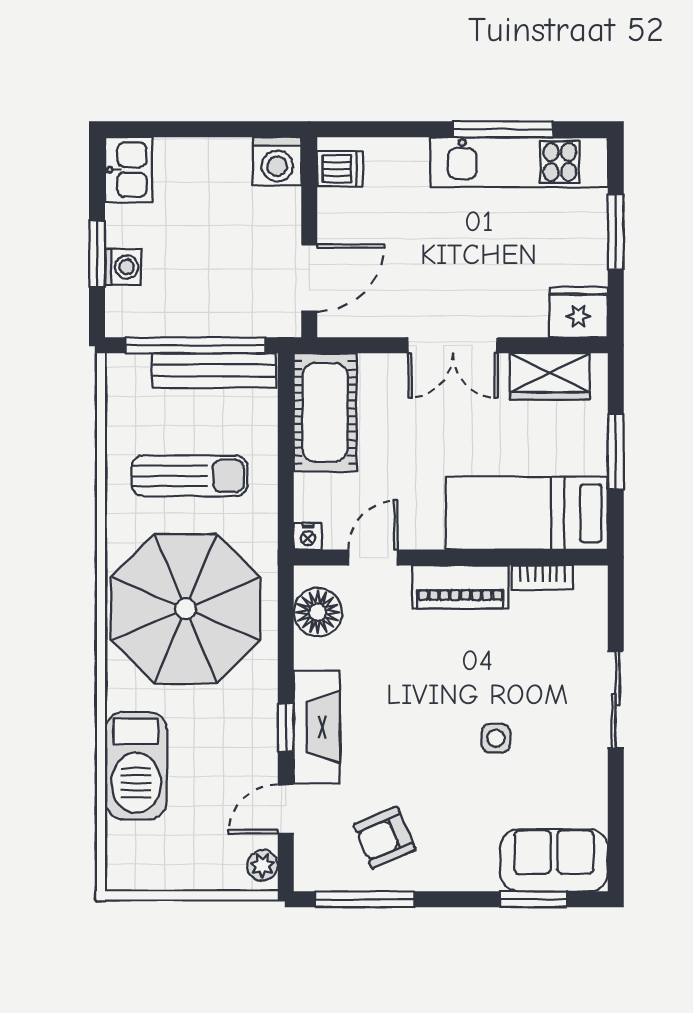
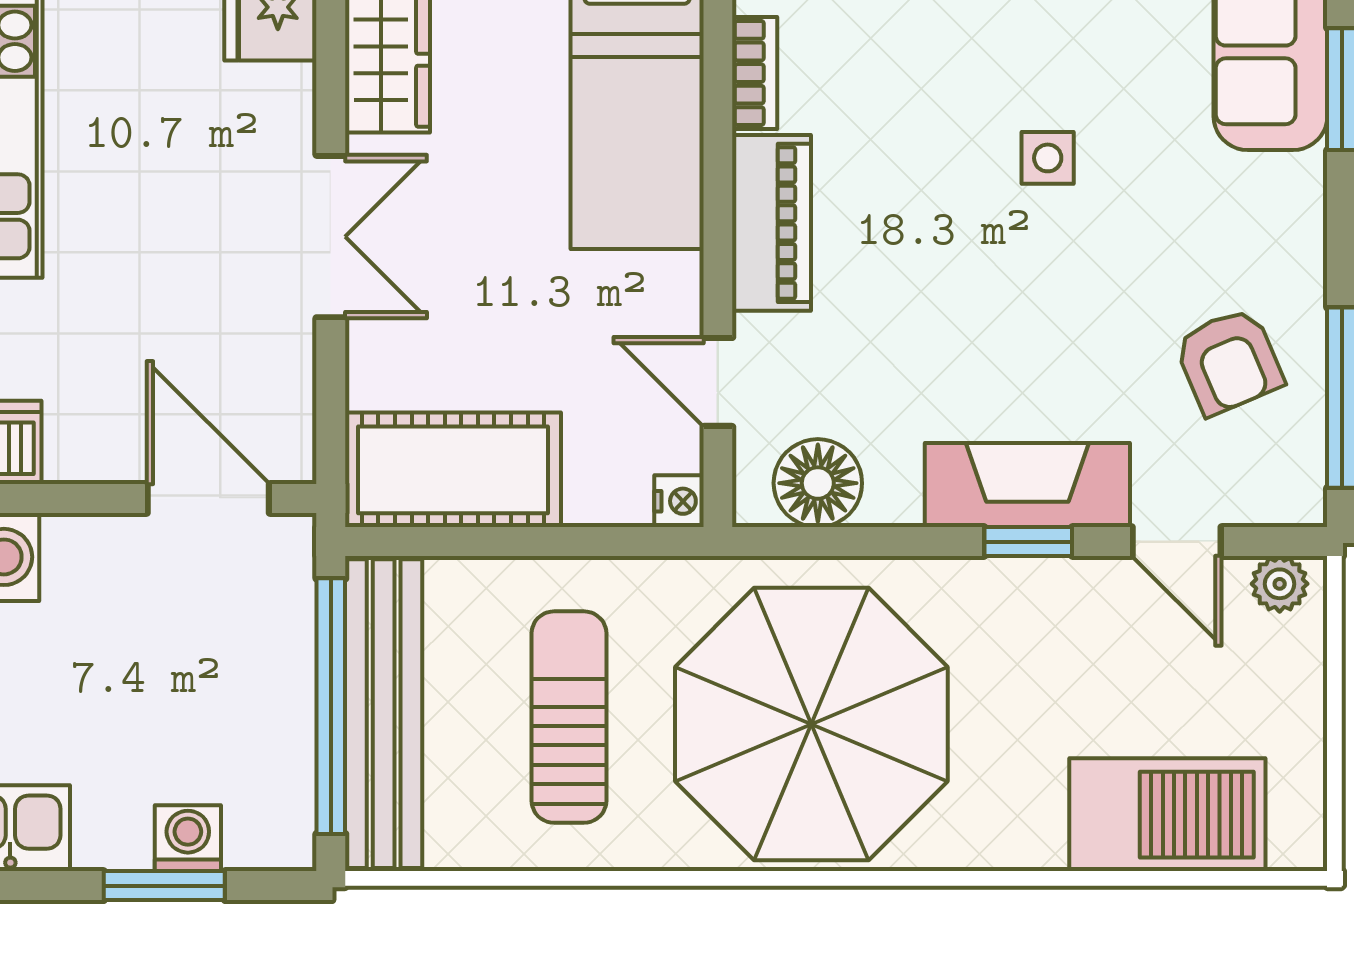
bench: (214, 371) -> (384, 714), width x1.37, depth x1.21
barbecue: (136, 766) -> (1167, 815), moved

